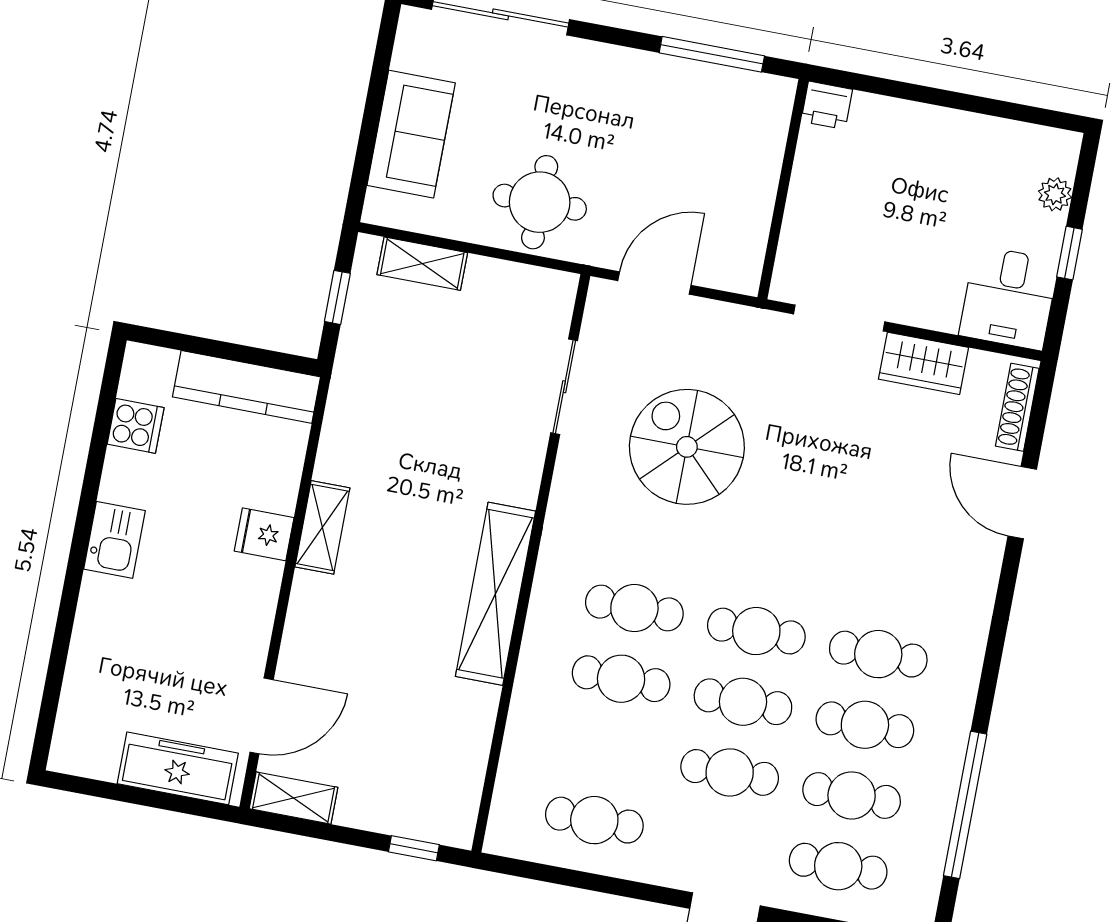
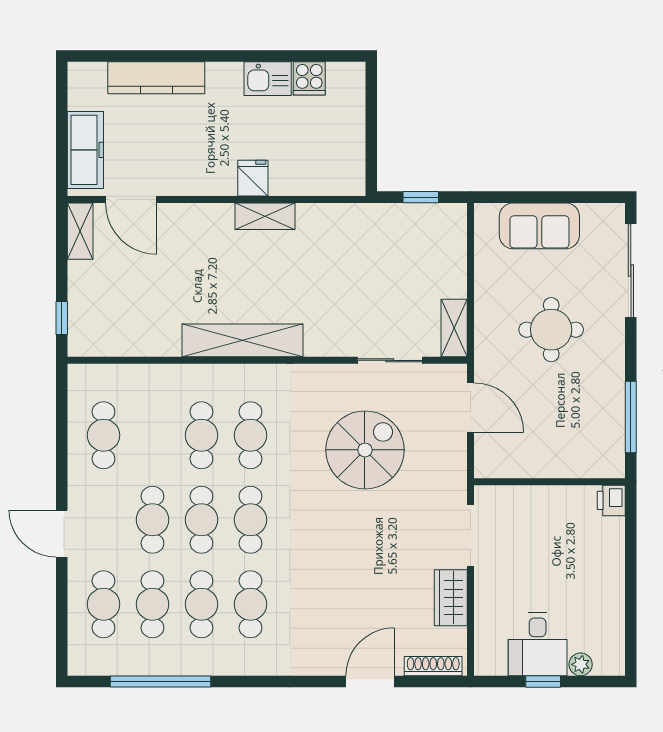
round table: (540, 202) -> (551, 330), moved
shelving: (422, 264) -> (454, 328), moved
desk: (1009, 298) -> (538, 644), moved, turned -90
kitchen counter: (246, 387) -> (156, 78), moved, turned -90
kitchen sink: (115, 540) -> (268, 79), moved

